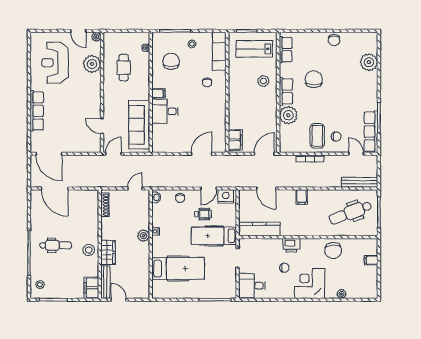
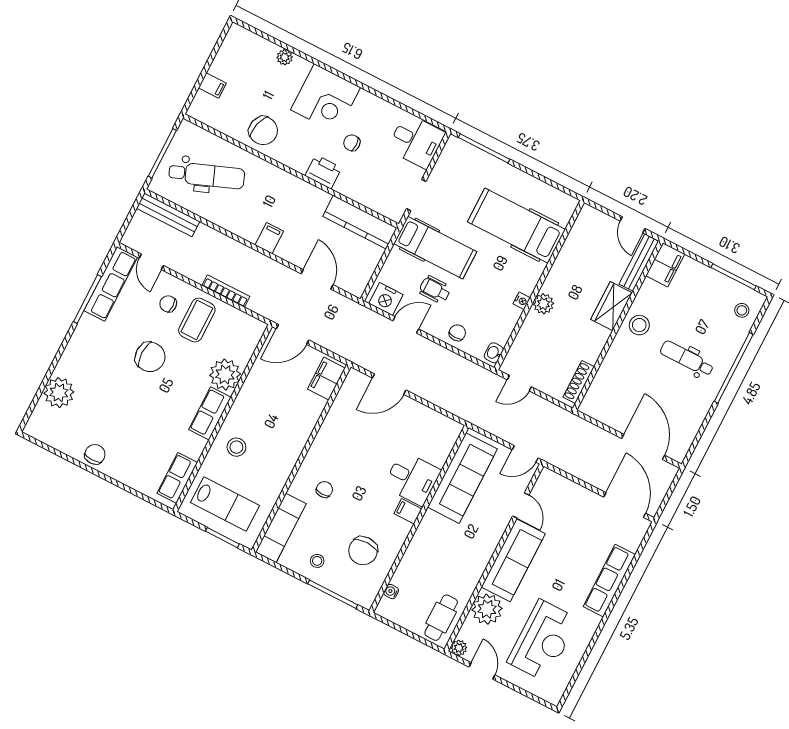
cafe table: (124, 67) -> (441, 618), moved
chair: (314, 79) -> (150, 357), moved, turned -90
sofa: (91, 96) -> (513, 560), added
chair: (333, 251) -> (263, 131), turned 109

